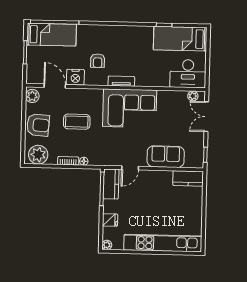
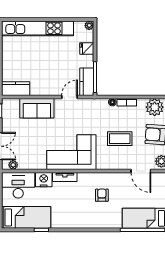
nightstand: (75, 77) -> (44, 180), moved
tv unit: (121, 81) -> (65, 177), moved

